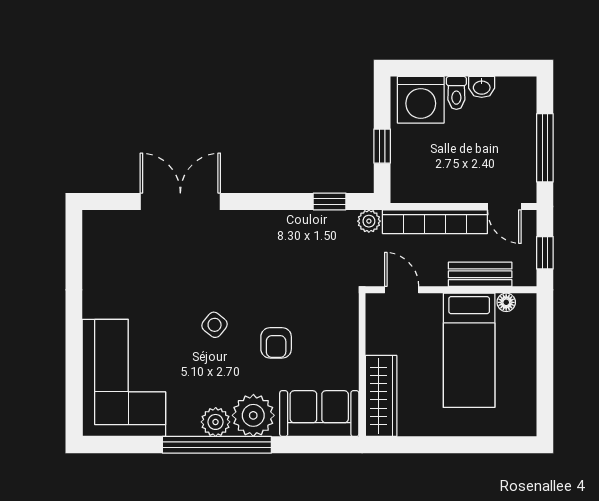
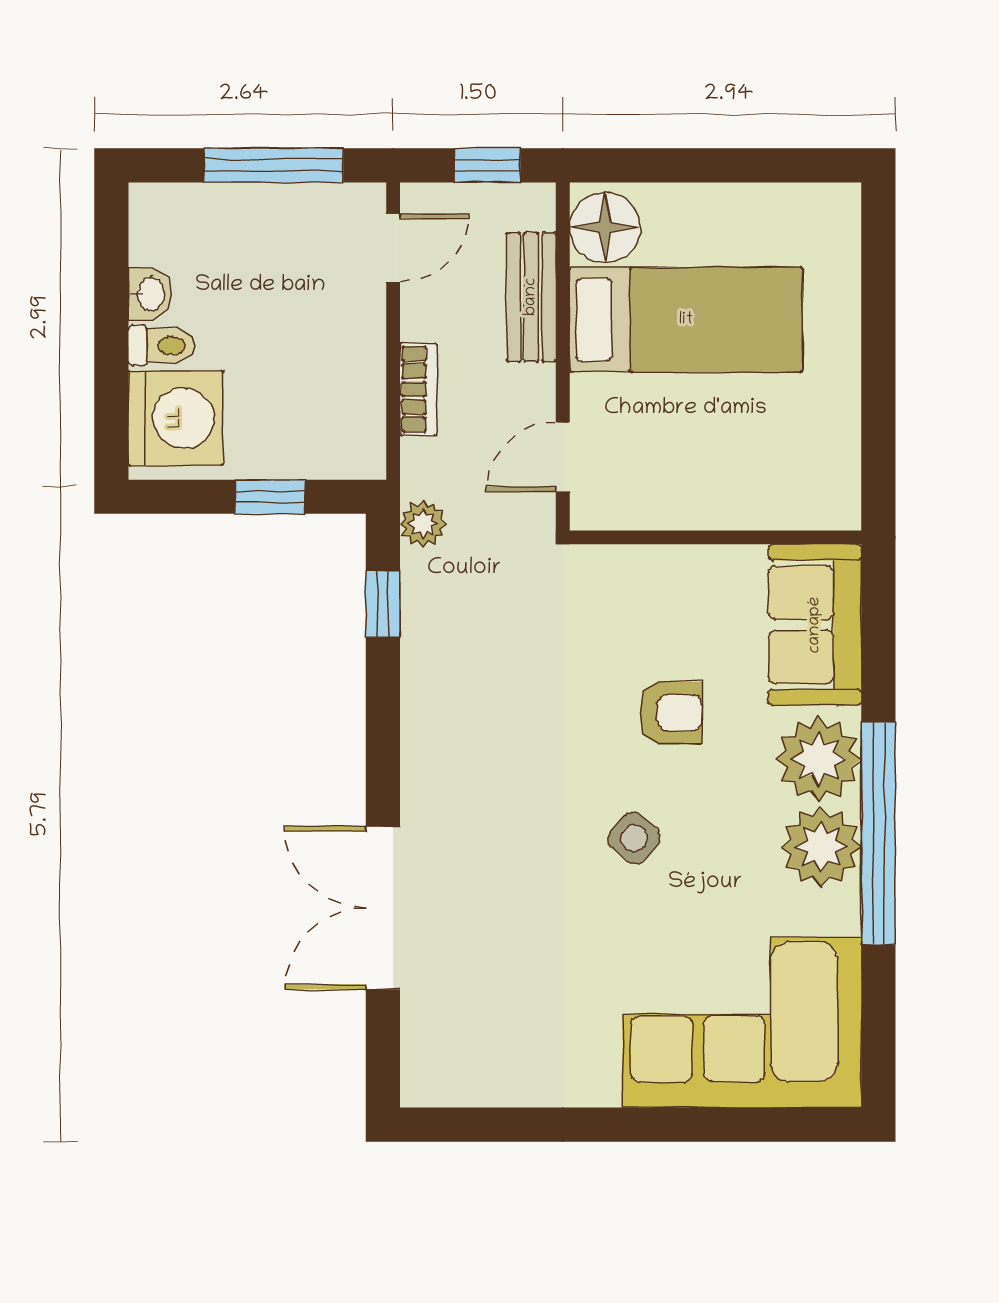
bookcase: (435, 222) -> (418, 389), width x0.43, depth x0.76
floor lamp: (506, 302) -> (605, 227), width x1.89, depth x1.89
wardrobe: (381, 396) -> (779, 499), removed
plant: (216, 422) -> (821, 847), width x1.36, depth x1.36

